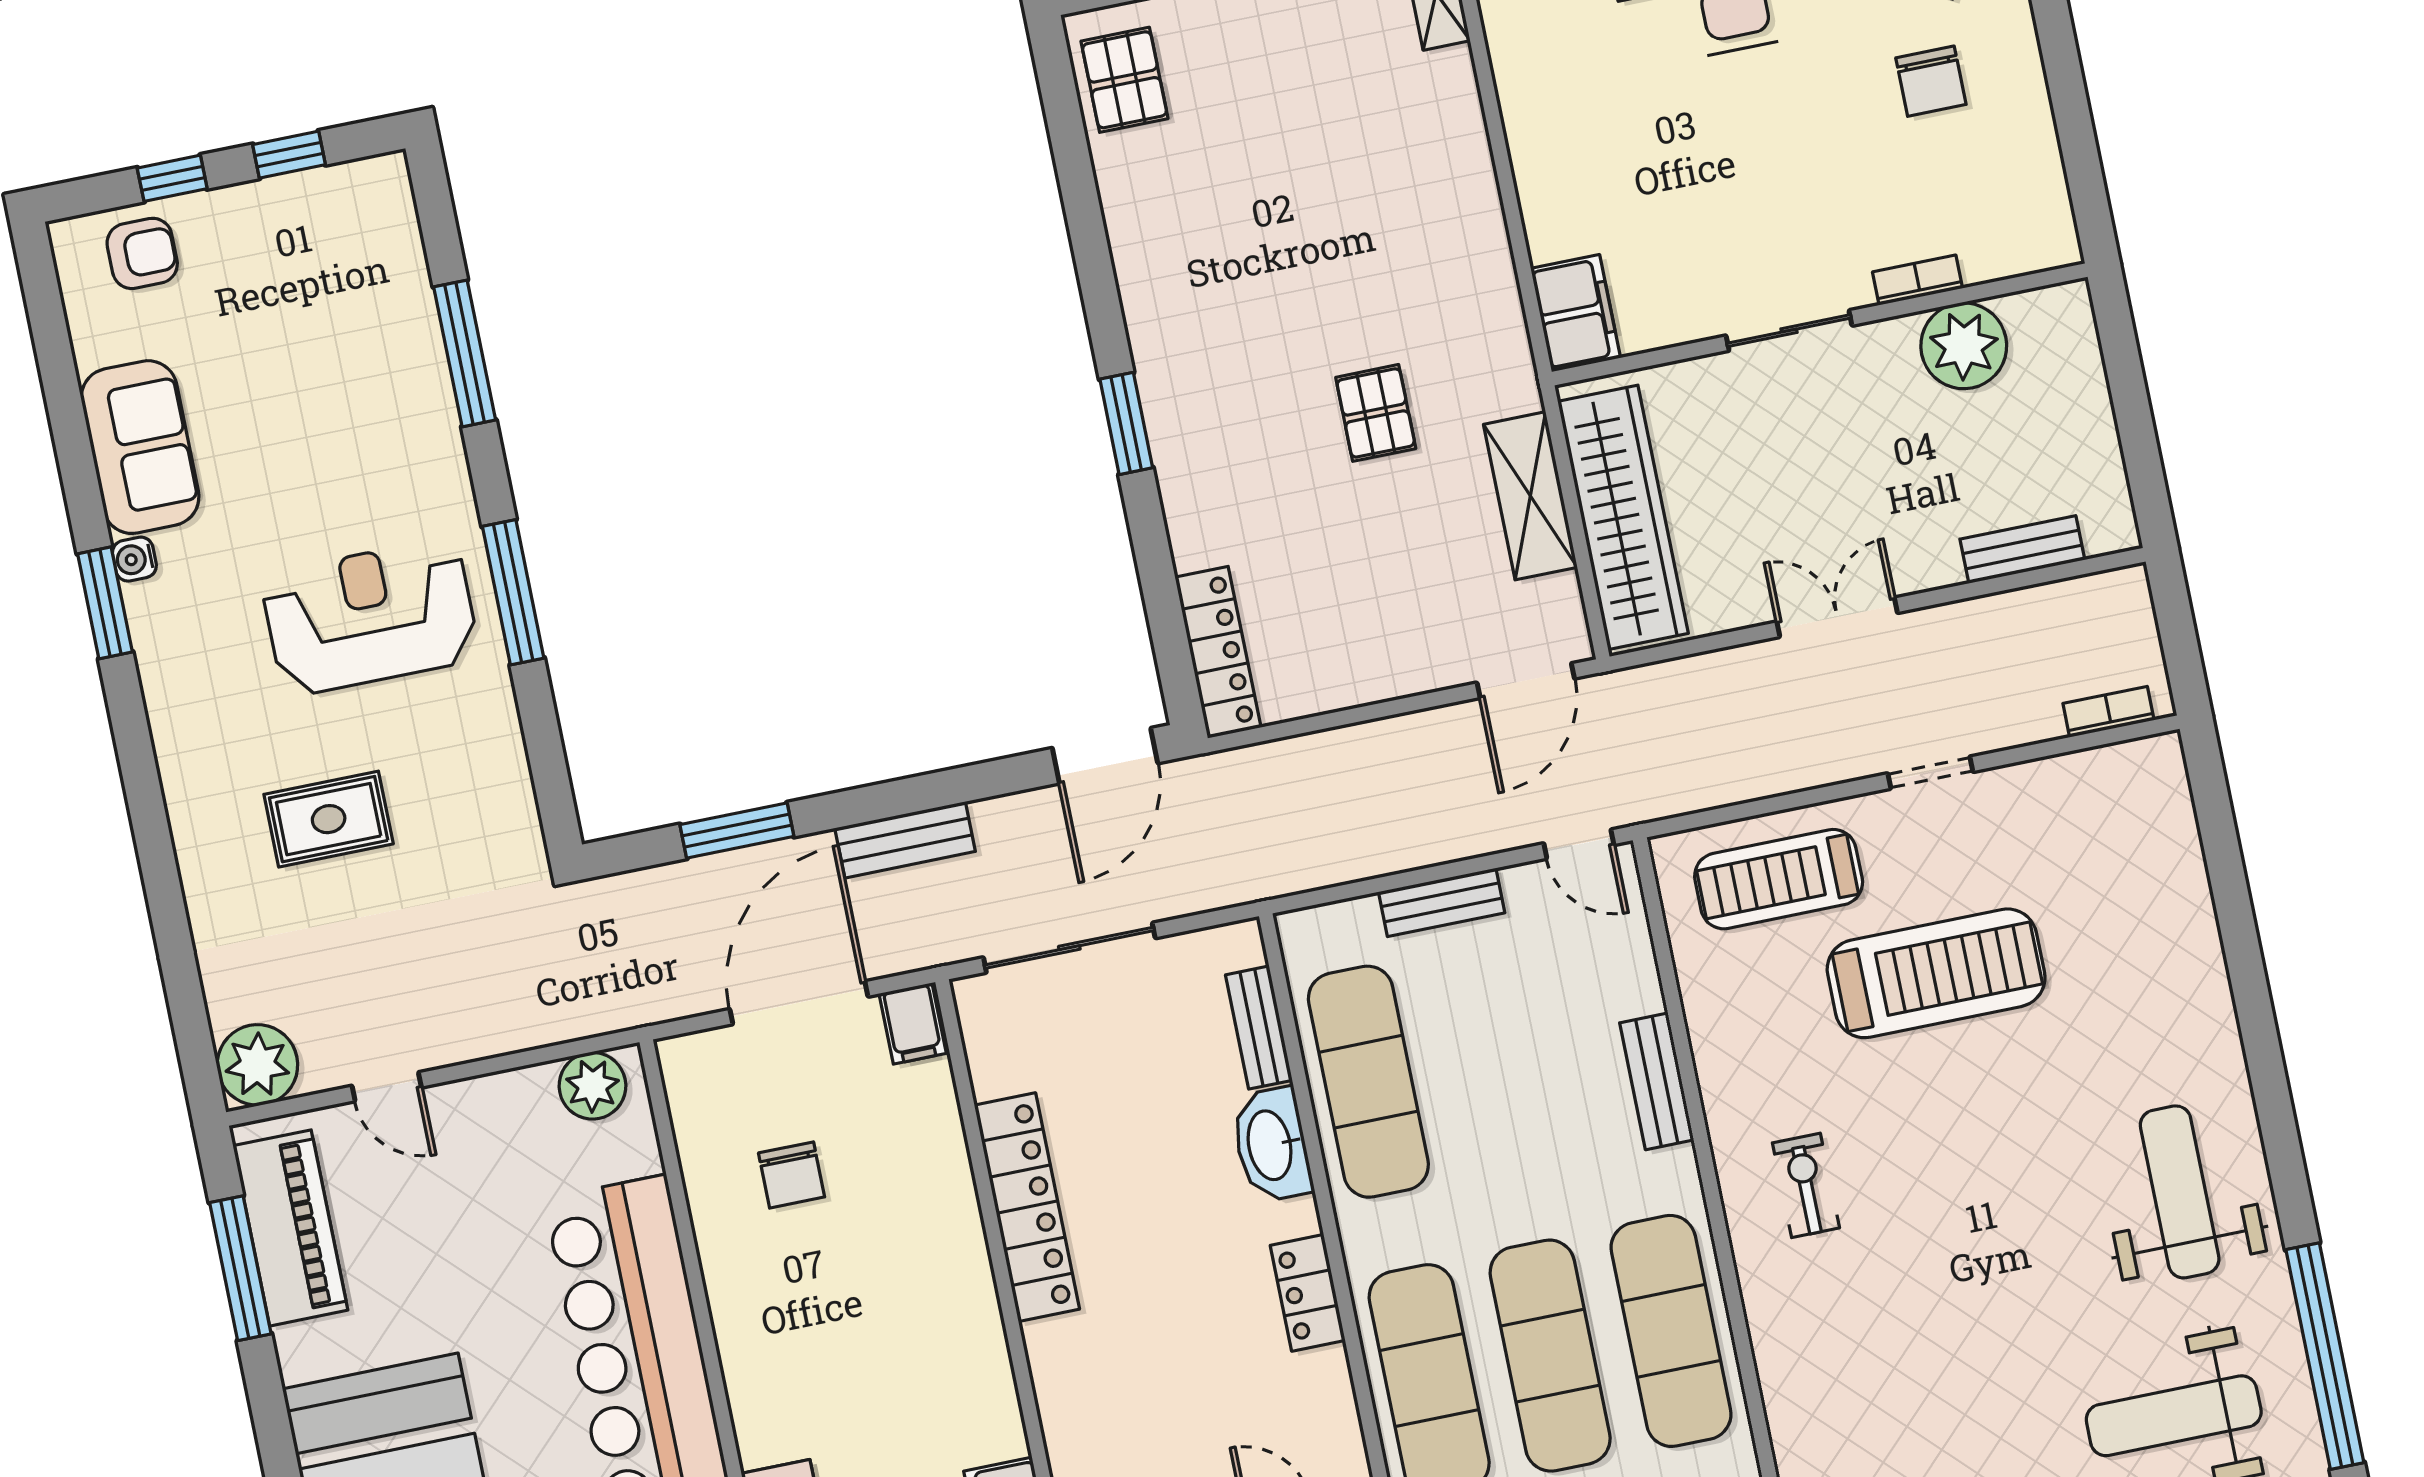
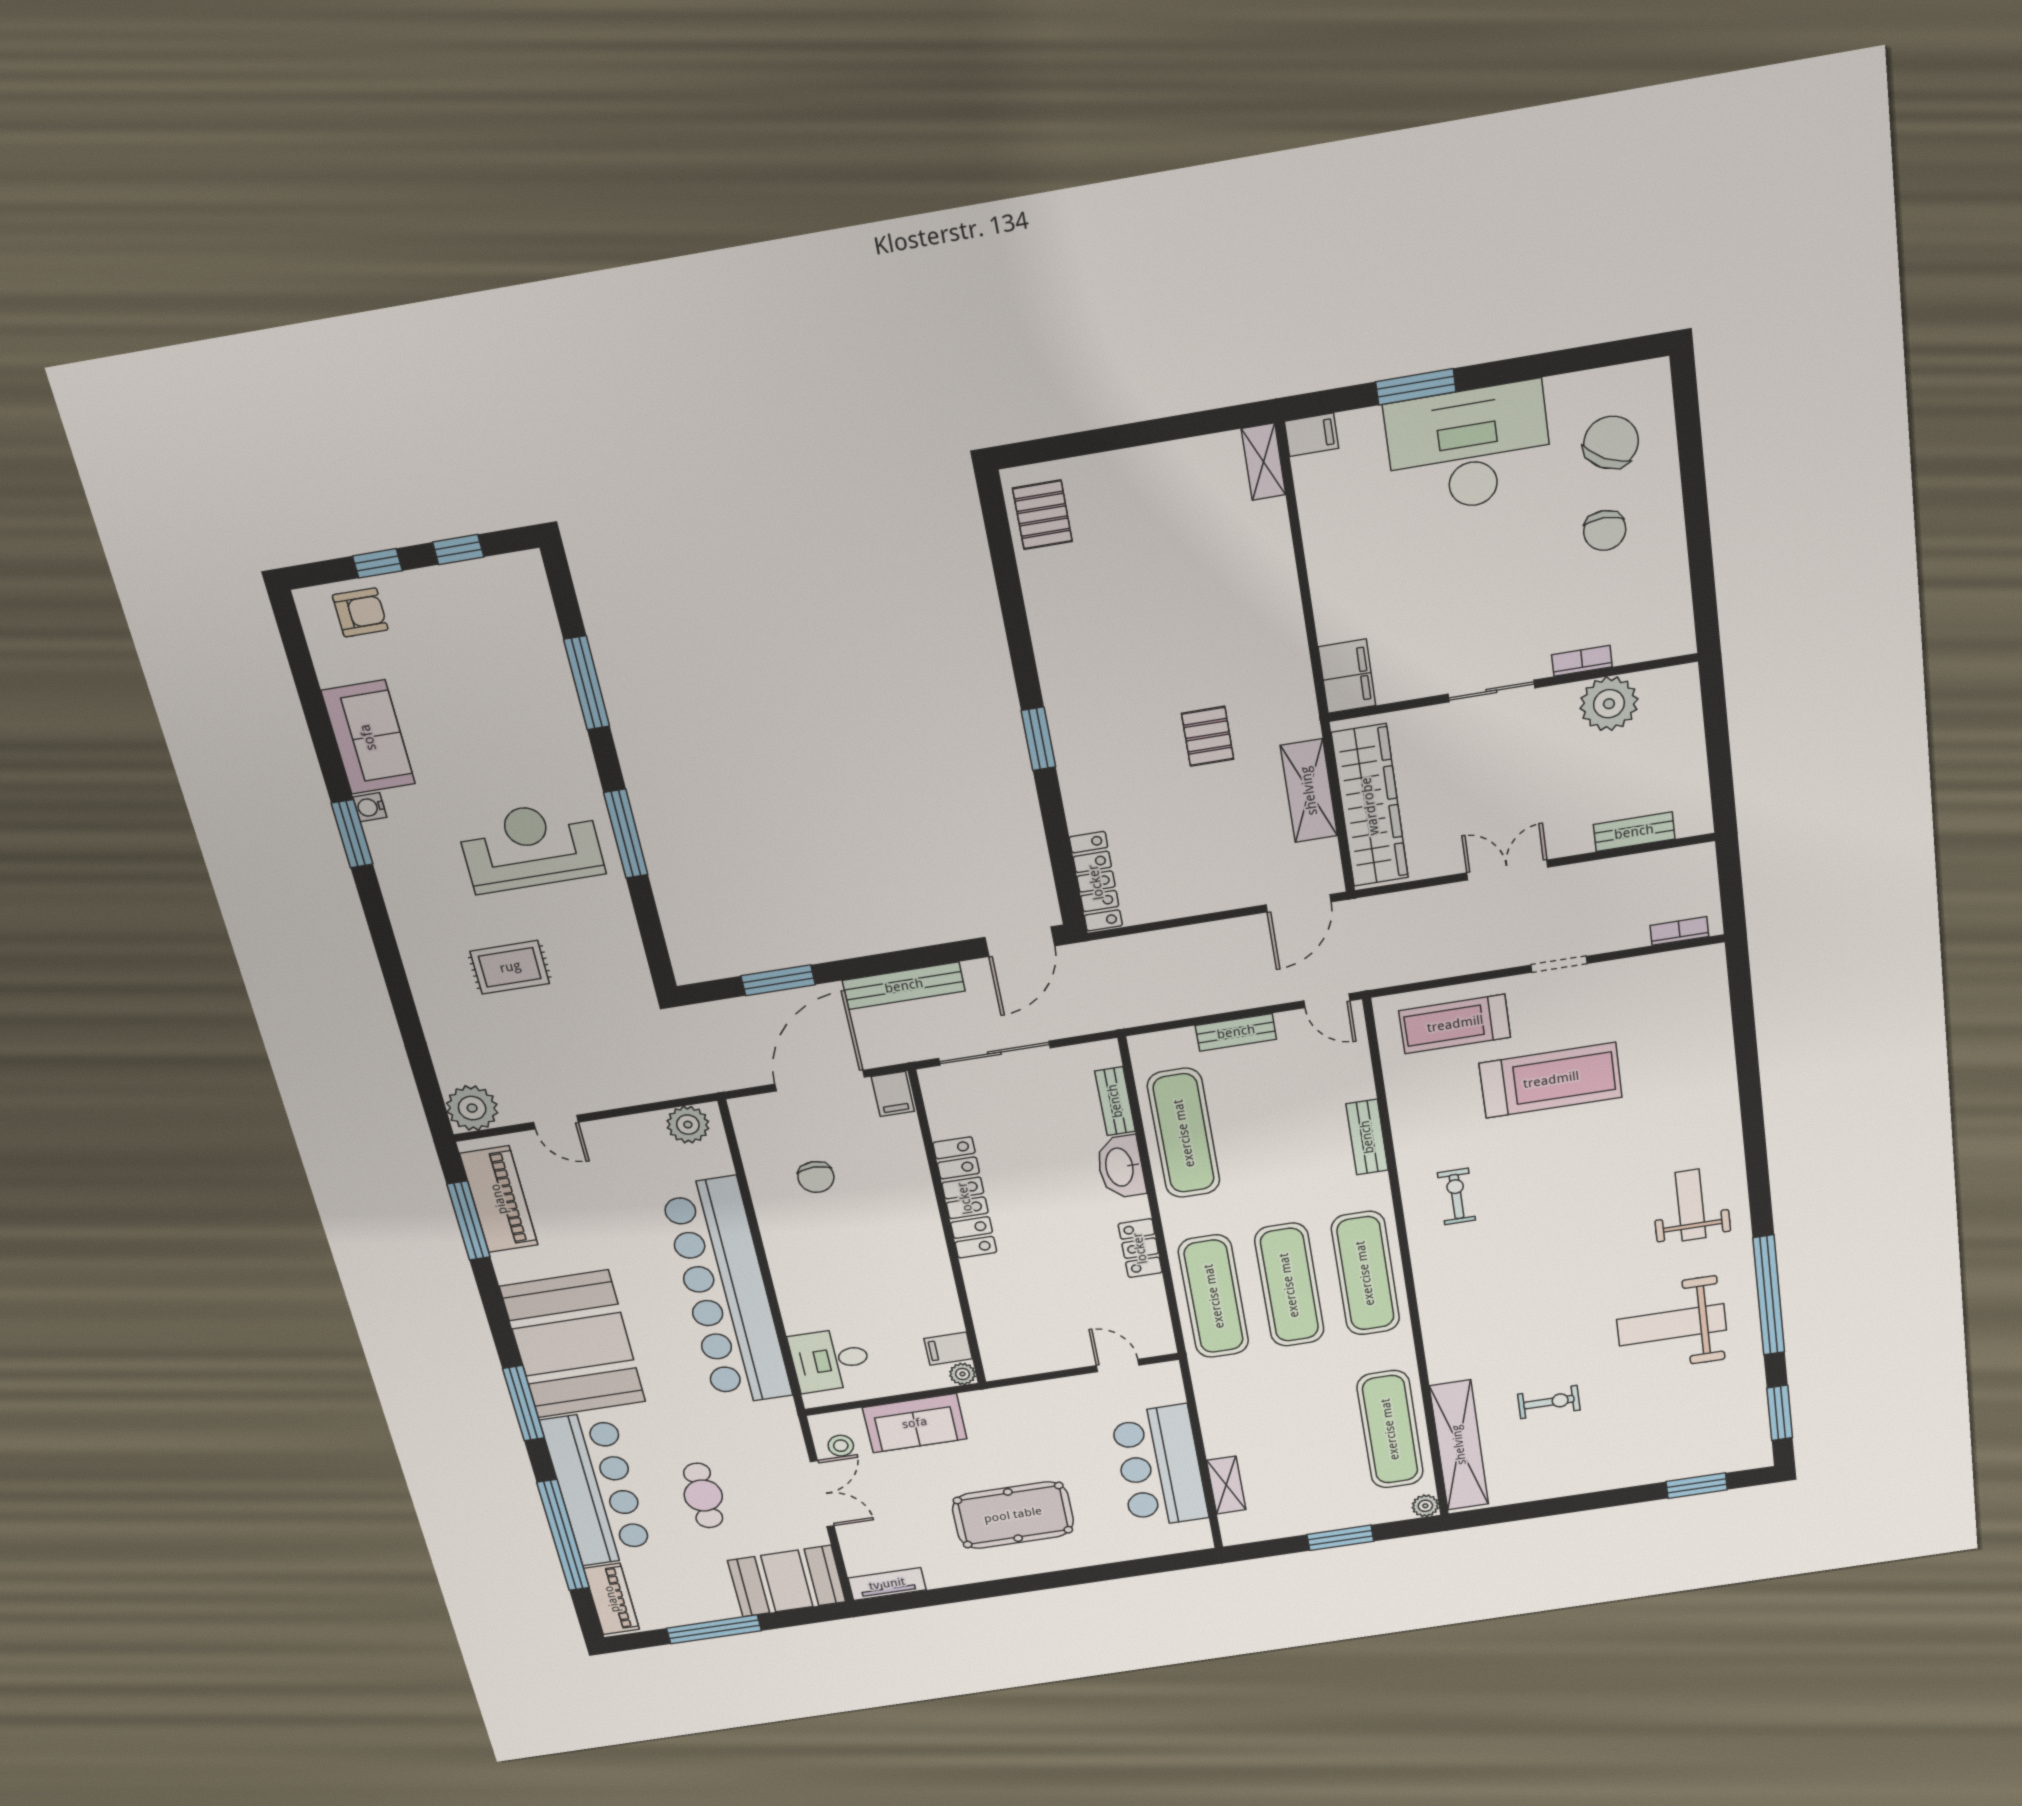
bench: (905, 840) -> (904, 986), width x1.36
weight bench: (2180, 1192) -> (1691, 1205), width x0.73, depth x0.75

